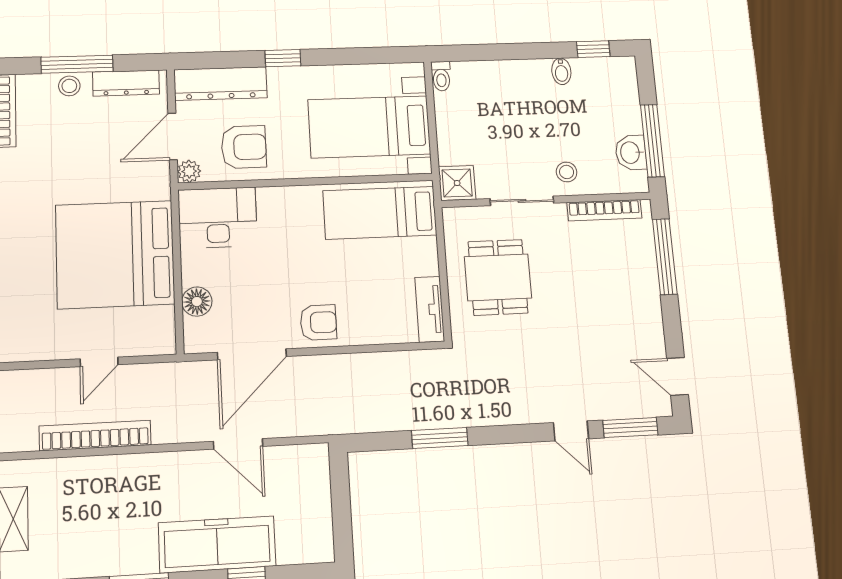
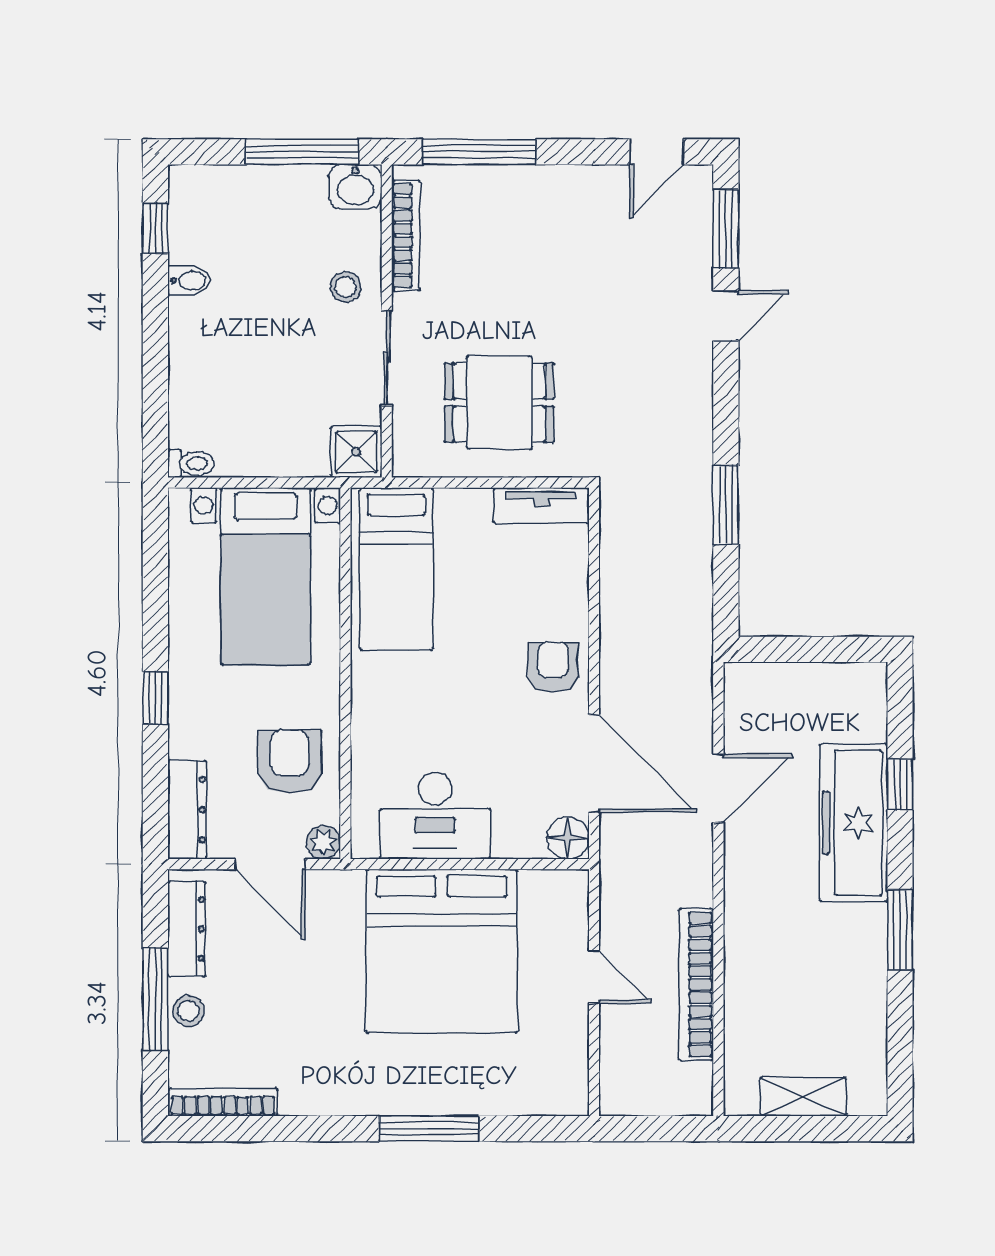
dresser: (220, 84) -> (187, 810), width x0.73, depth x0.80
washbasin: (631, 153) -> (355, 187), moved
desk: (218, 218) -> (435, 816), moved, turned -90
floor lamp: (197, 302) -> (568, 838), moved

